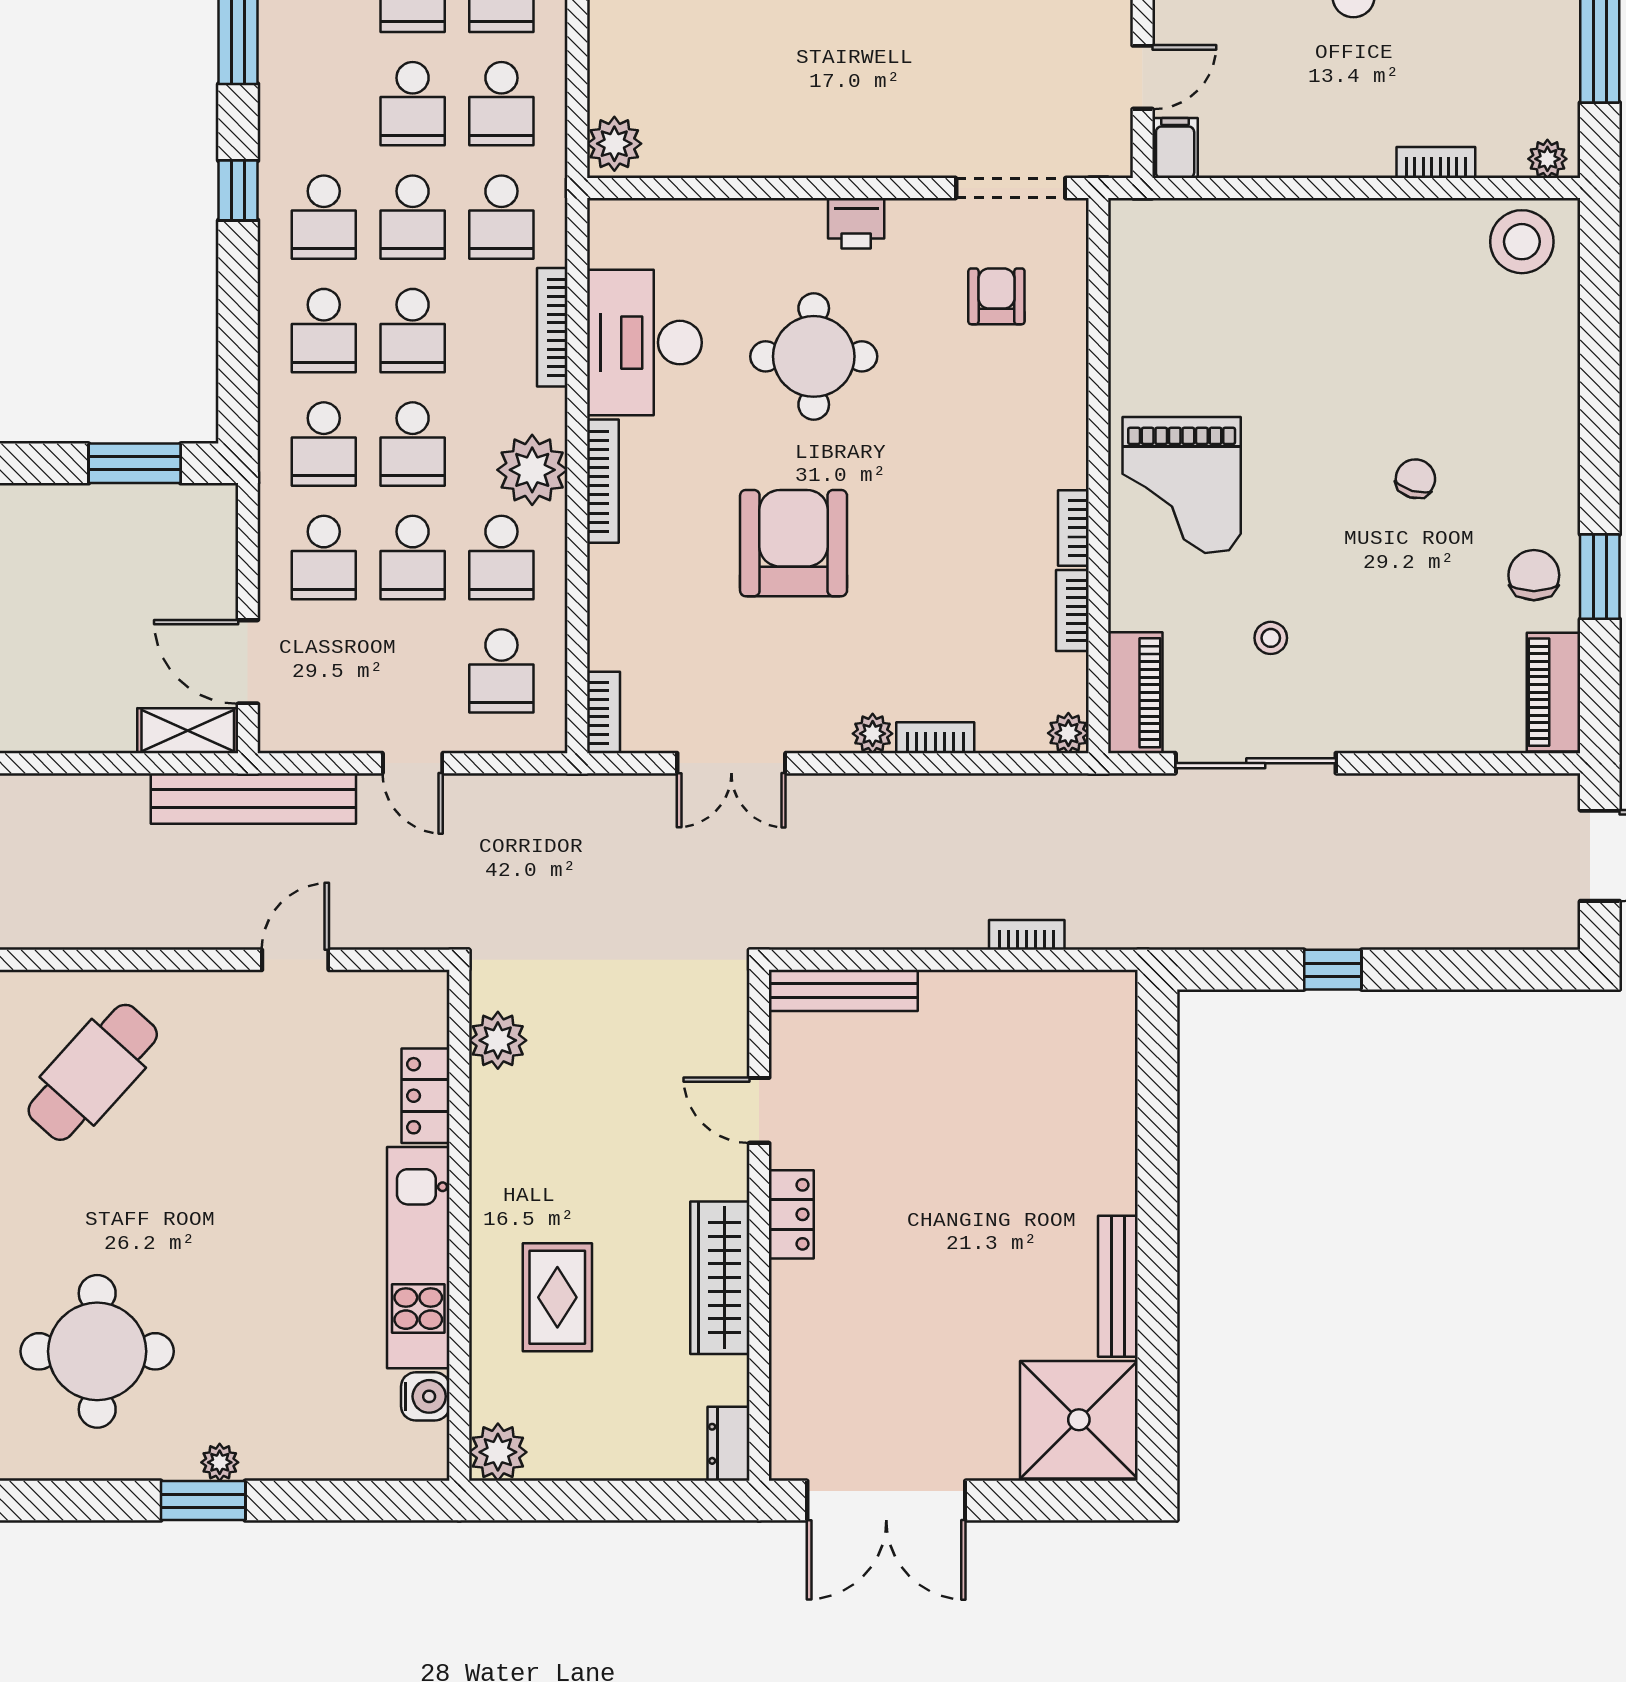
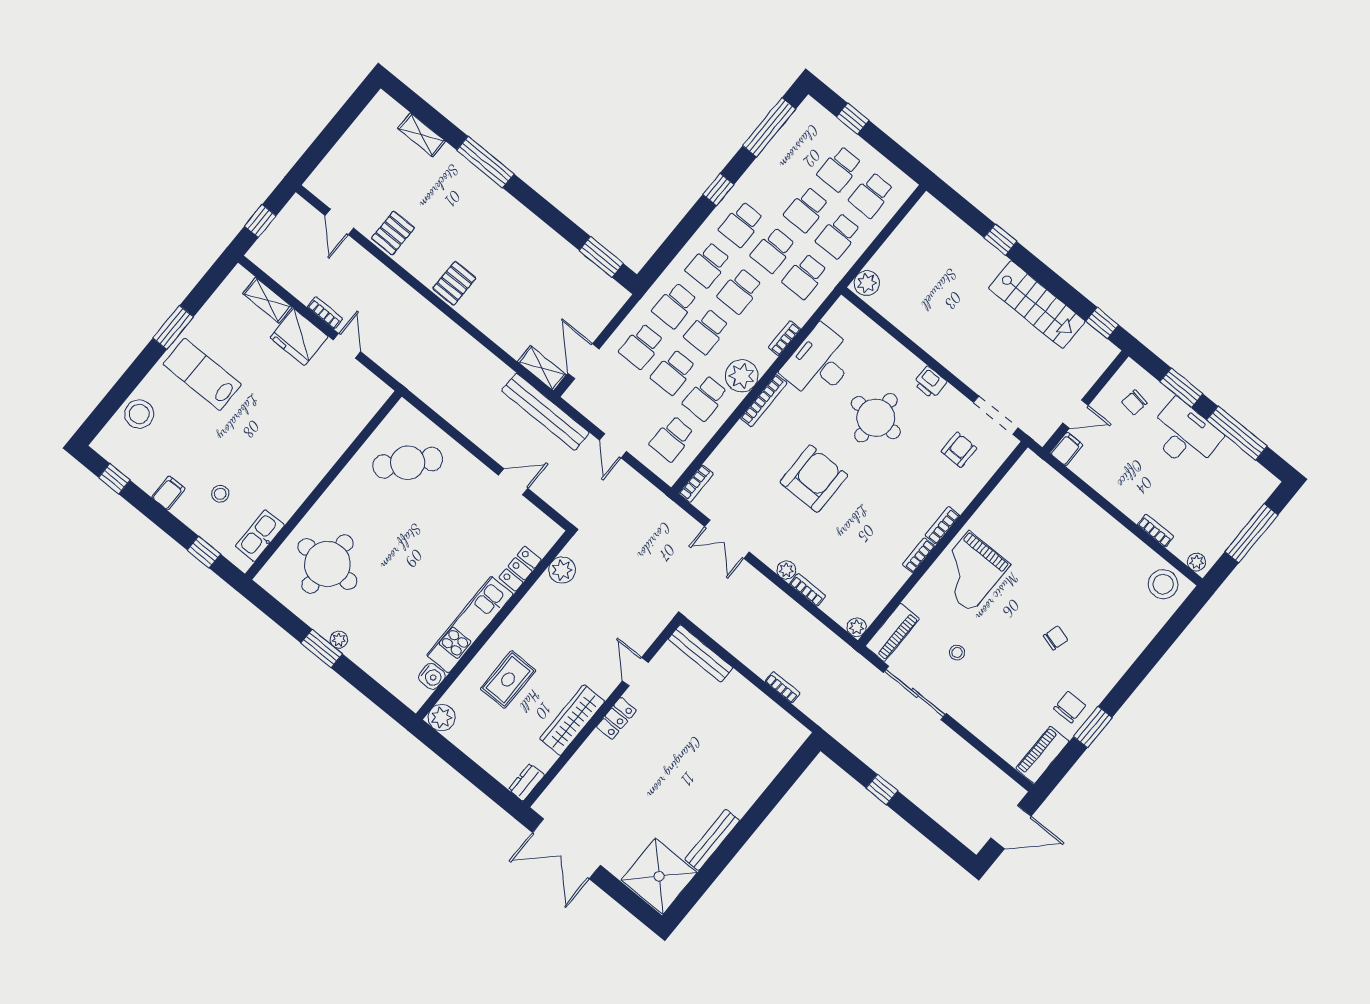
bookcase: (552, 327) -> (784, 338), width x0.64
bookcase: (1072, 611) -> (942, 525), moved

